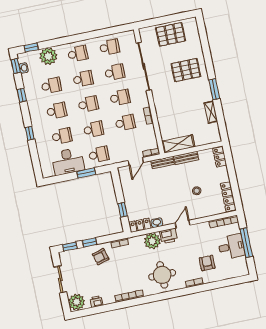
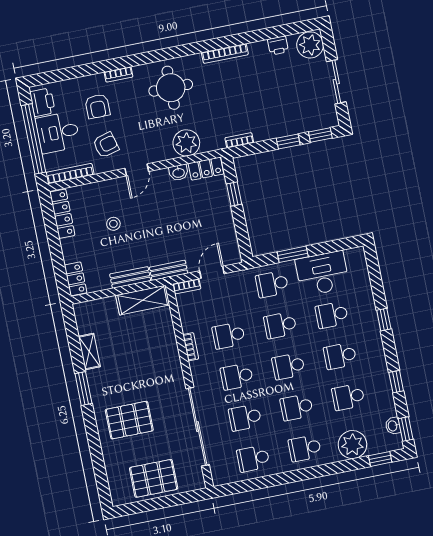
printer: (169, 236) -> (42, 102), moved, turned 90
window: (246, 243) -> (34, 139), width x1.46
armchair: (101, 257) -> (106, 145), moved

